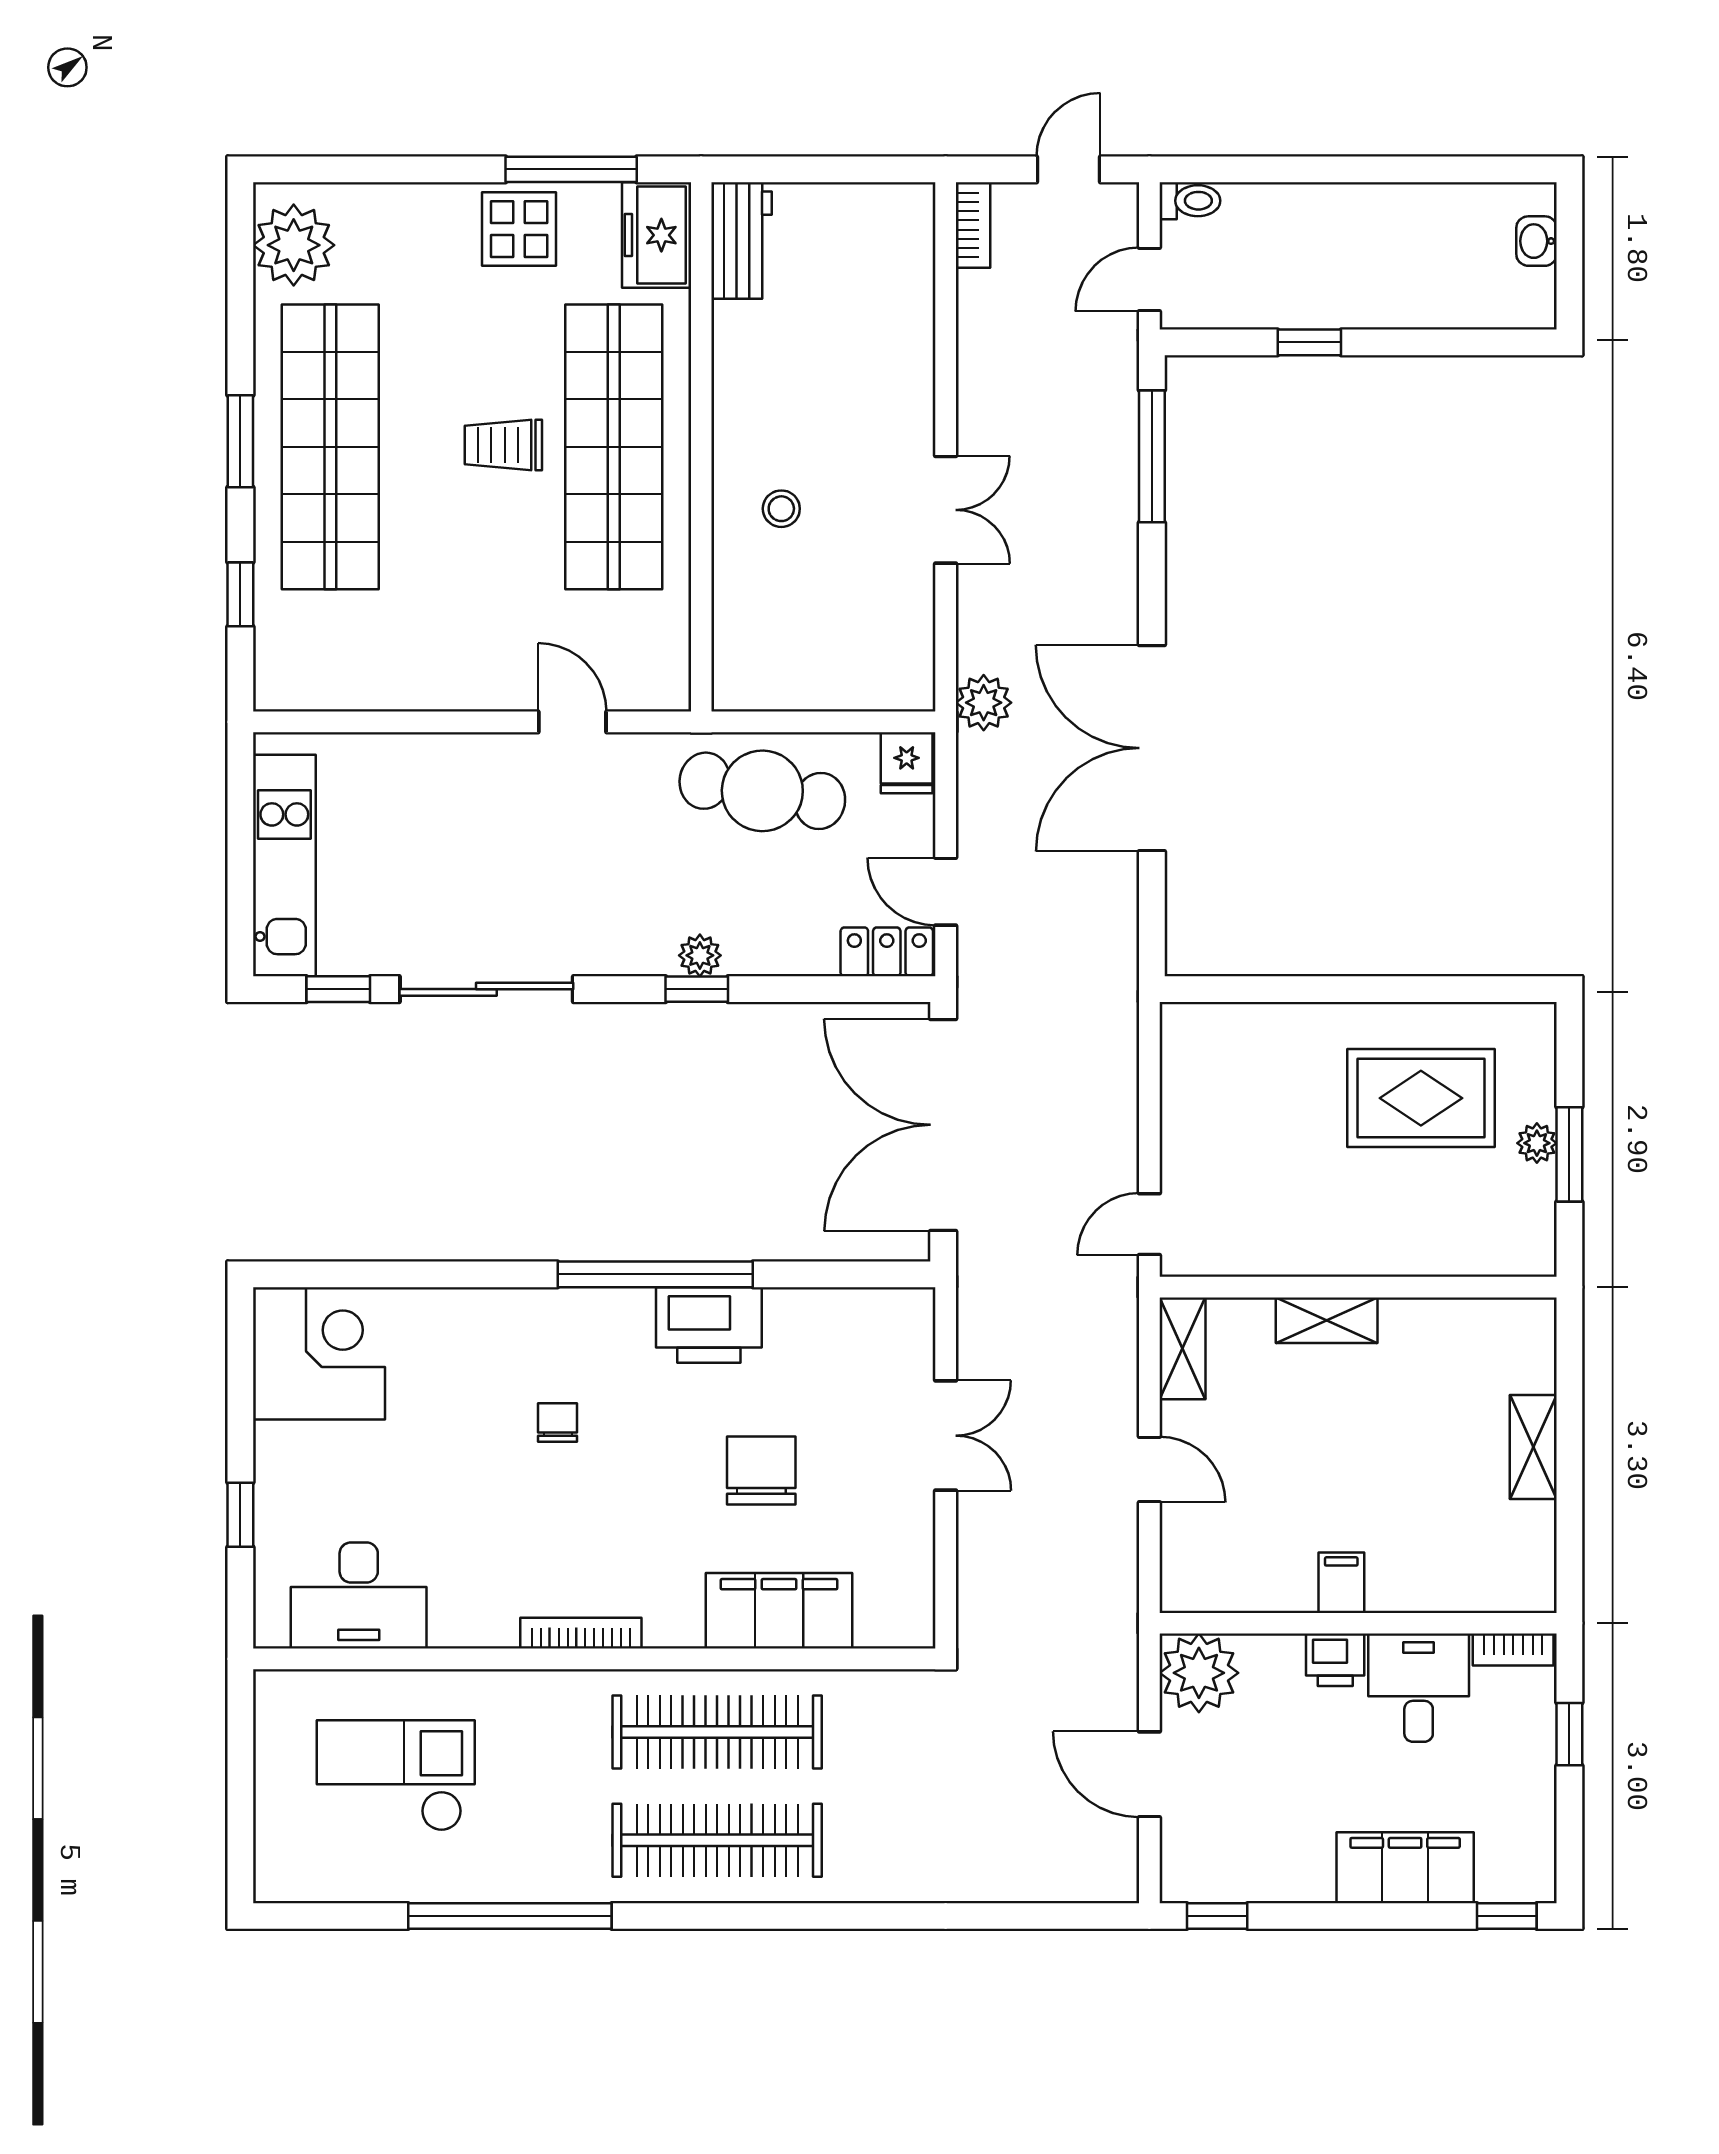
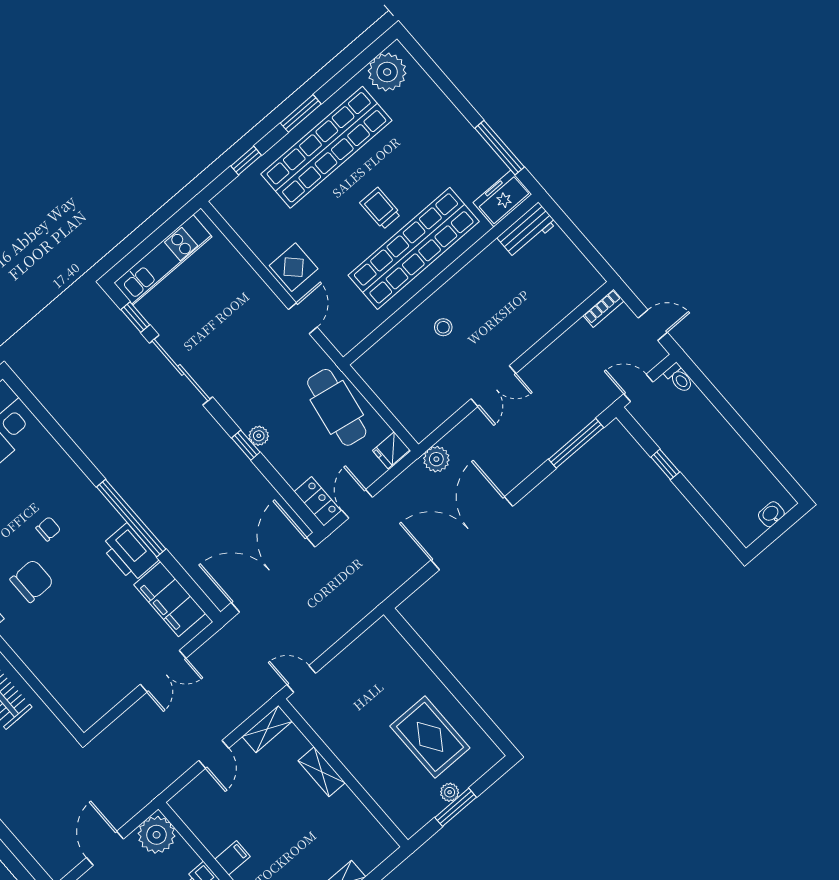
display table: (519, 229) -> (294, 267), moved
chair: (761, 1470) -> (32, 581), moved
filing cabinet: (779, 1611) -> (170, 599), moved, turned 180

